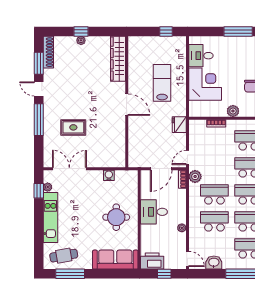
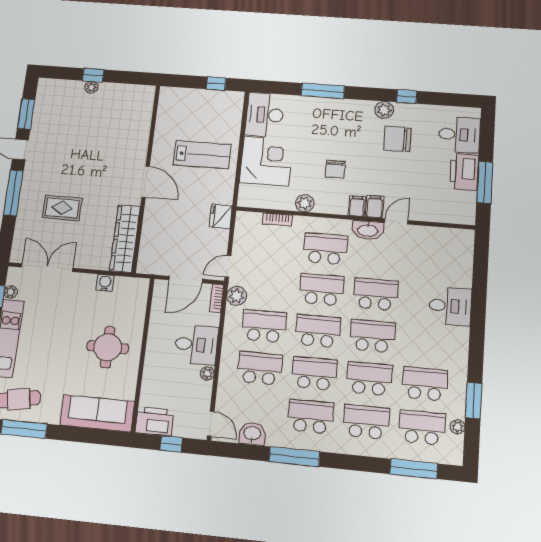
shoe rack: (48, 52) -> (42, 100), removed
desk: (201, 56) -> (265, 115), width x1.37
wardrobe: (118, 59) -> (125, 238), moved
lab bench: (162, 83) -> (202, 155), turned 90
desk: (154, 212) -> (196, 345), moved, turned 180

